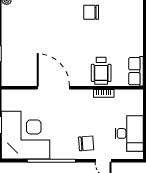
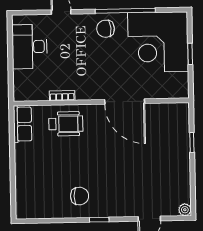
wheelchair: (101, 71) -> (66, 124), turned 90
chair: (86, 143) -> (106, 29), moved

